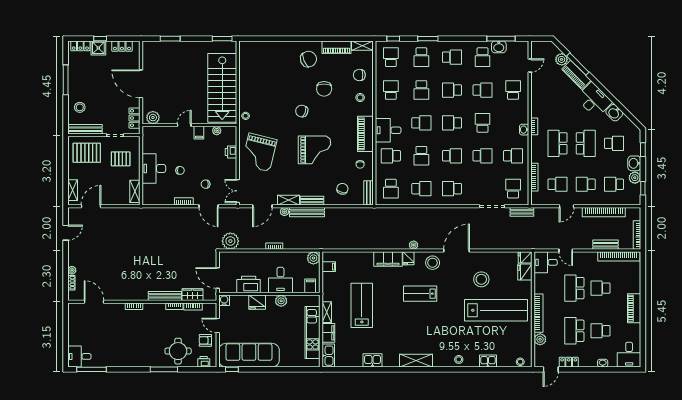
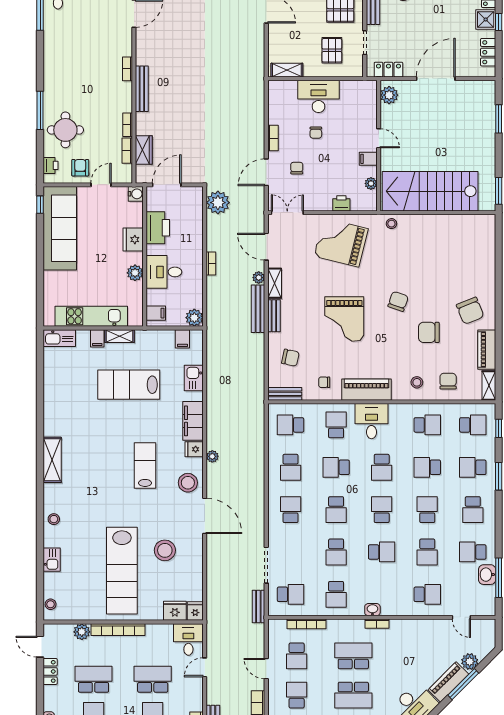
bench: (165, 296) -> (142, 89), moved
lab bench: (362, 305) -> (129, 385), turned 180
filing cabinet: (328, 333) -> (97, 338), width x0.50
kitchen sink: (372, 360) -> (194, 378), moved, turned 180

